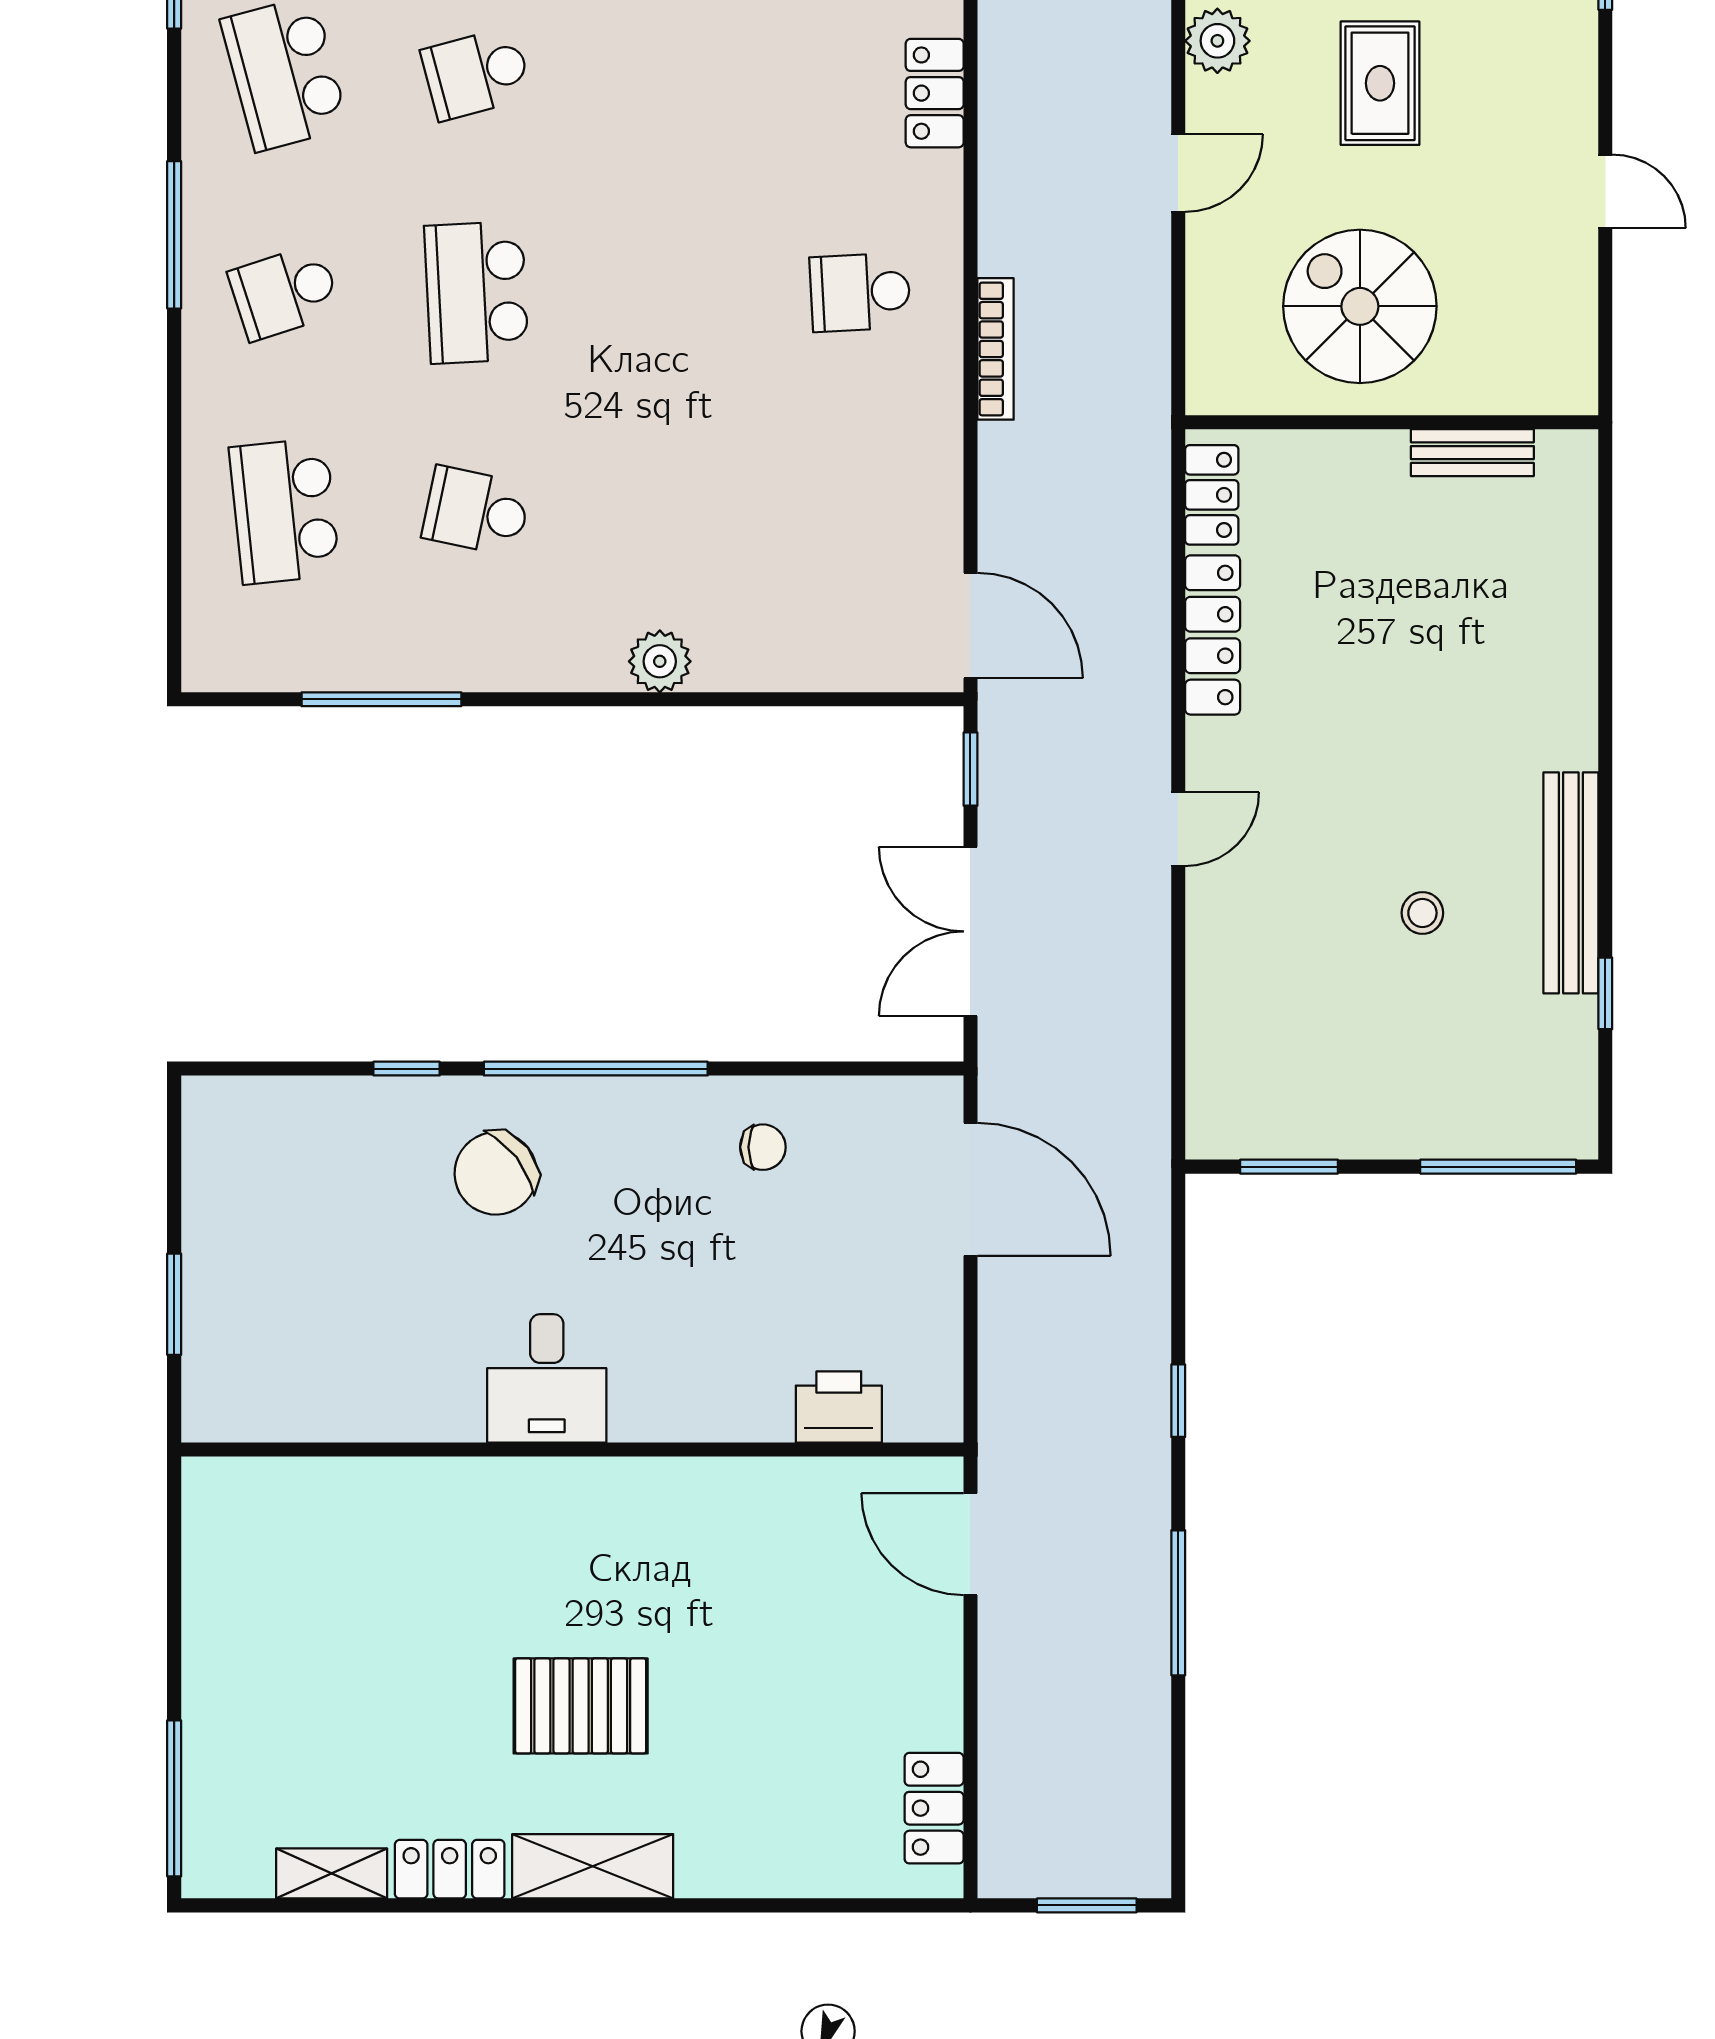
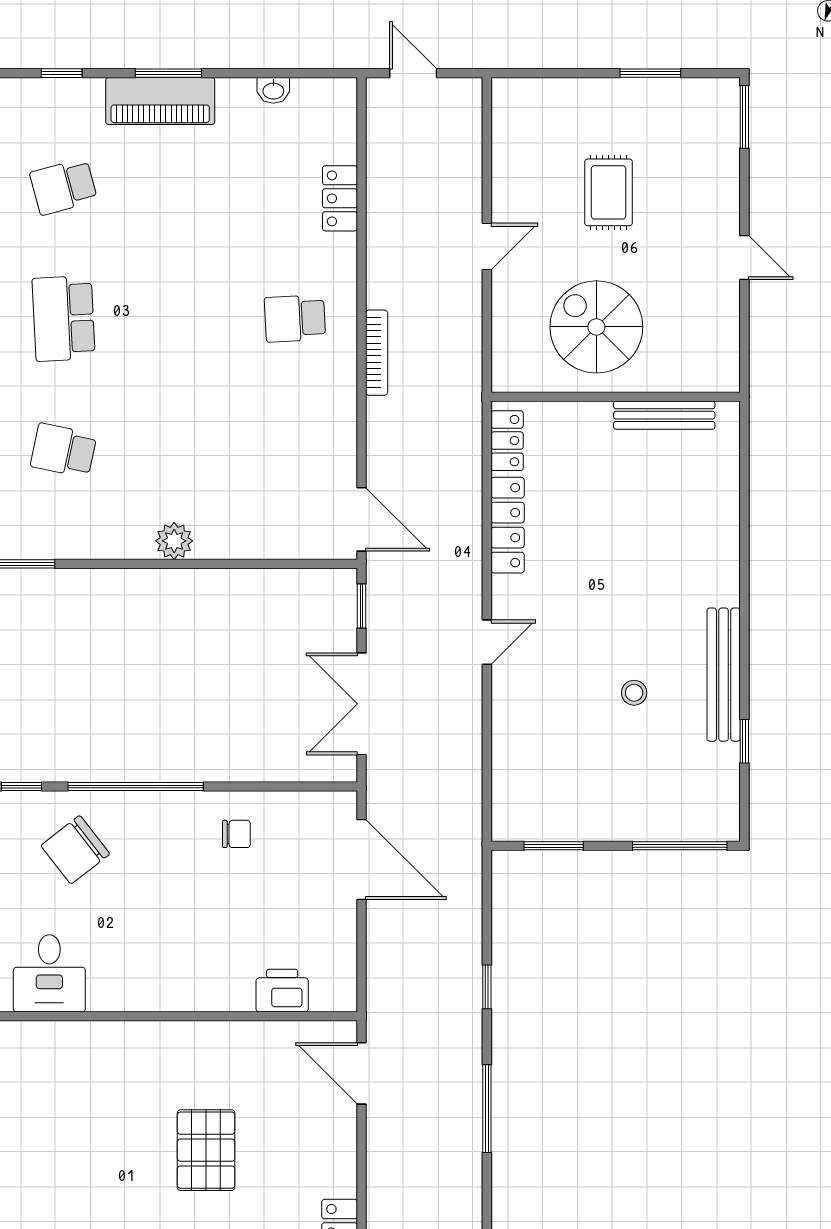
plant: (1217, 41) -> (510, 167), removed
bench: (1472, 453) -> (664, 415), width x1.36
desk: (547, 1378) -> (49, 973), moved
pallet: (581, 1706) -> (206, 1150), moved, turned 90

